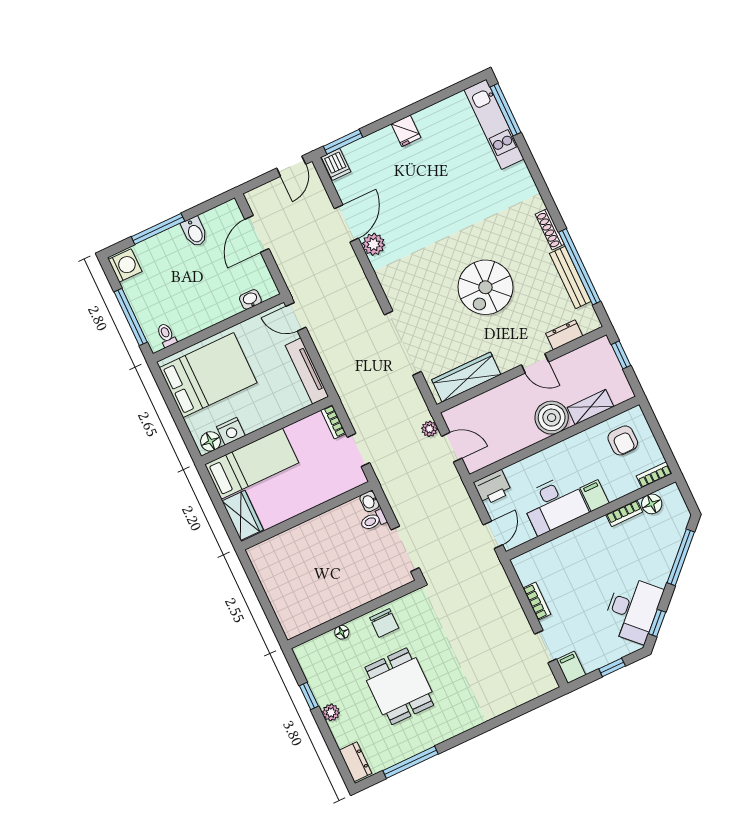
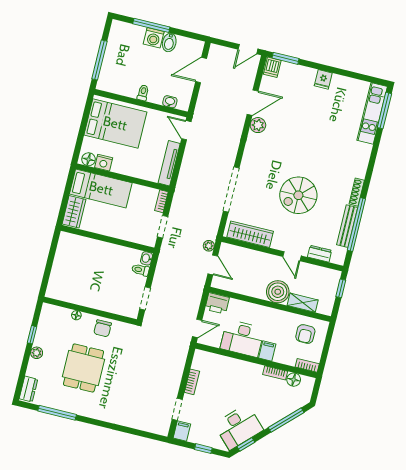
washing machine: (125, 265) -> (154, 38), moved, turned 90
toilet: (166, 335) -> (143, 93), moved
doorway: (405, 549) -> (145, 298), width x0.73

